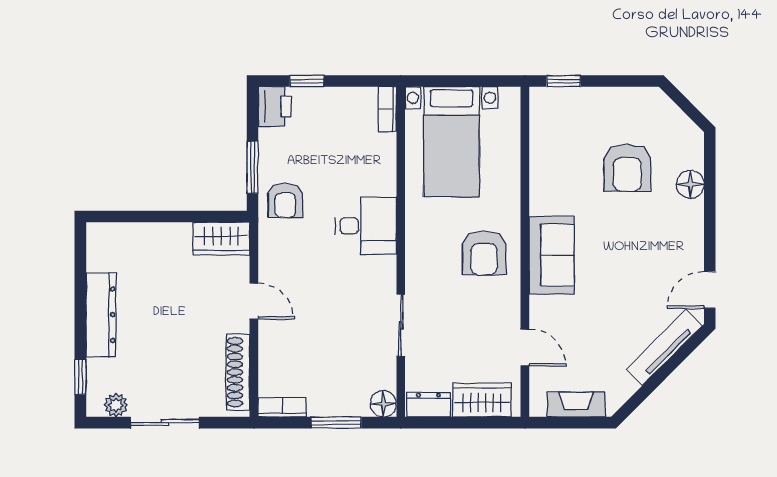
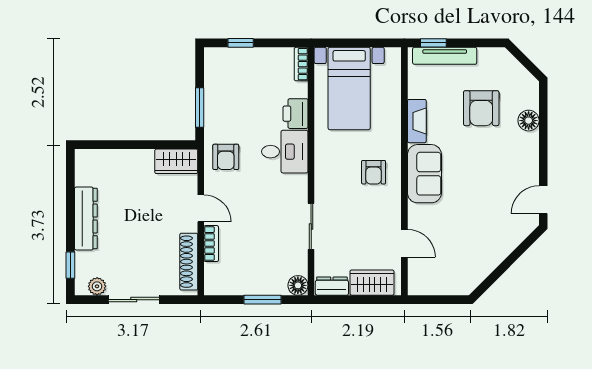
printer: (275, 107) -> (296, 114), moved, turned 180
armchair: (285, 200) -> (226, 157), moved
armchair: (484, 253) -> (374, 172), width x0.72, depth x0.72
tv unit: (664, 348) -> (445, 56), moved, turned -135
fireplace: (576, 405) -> (417, 121), moved, turned 90
bookcase: (282, 407) -> (211, 244), moved, turned 90

